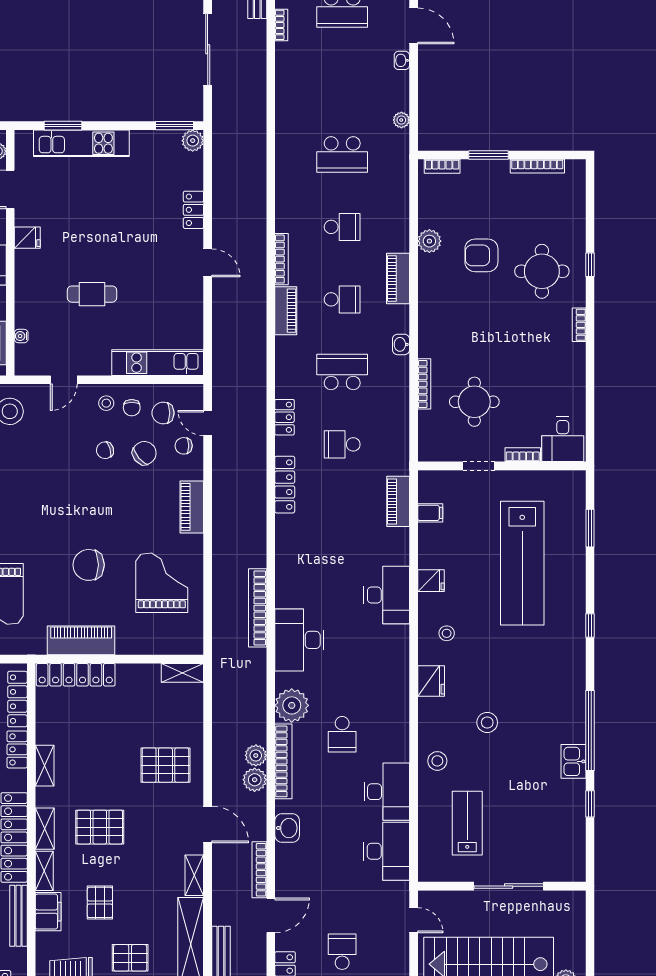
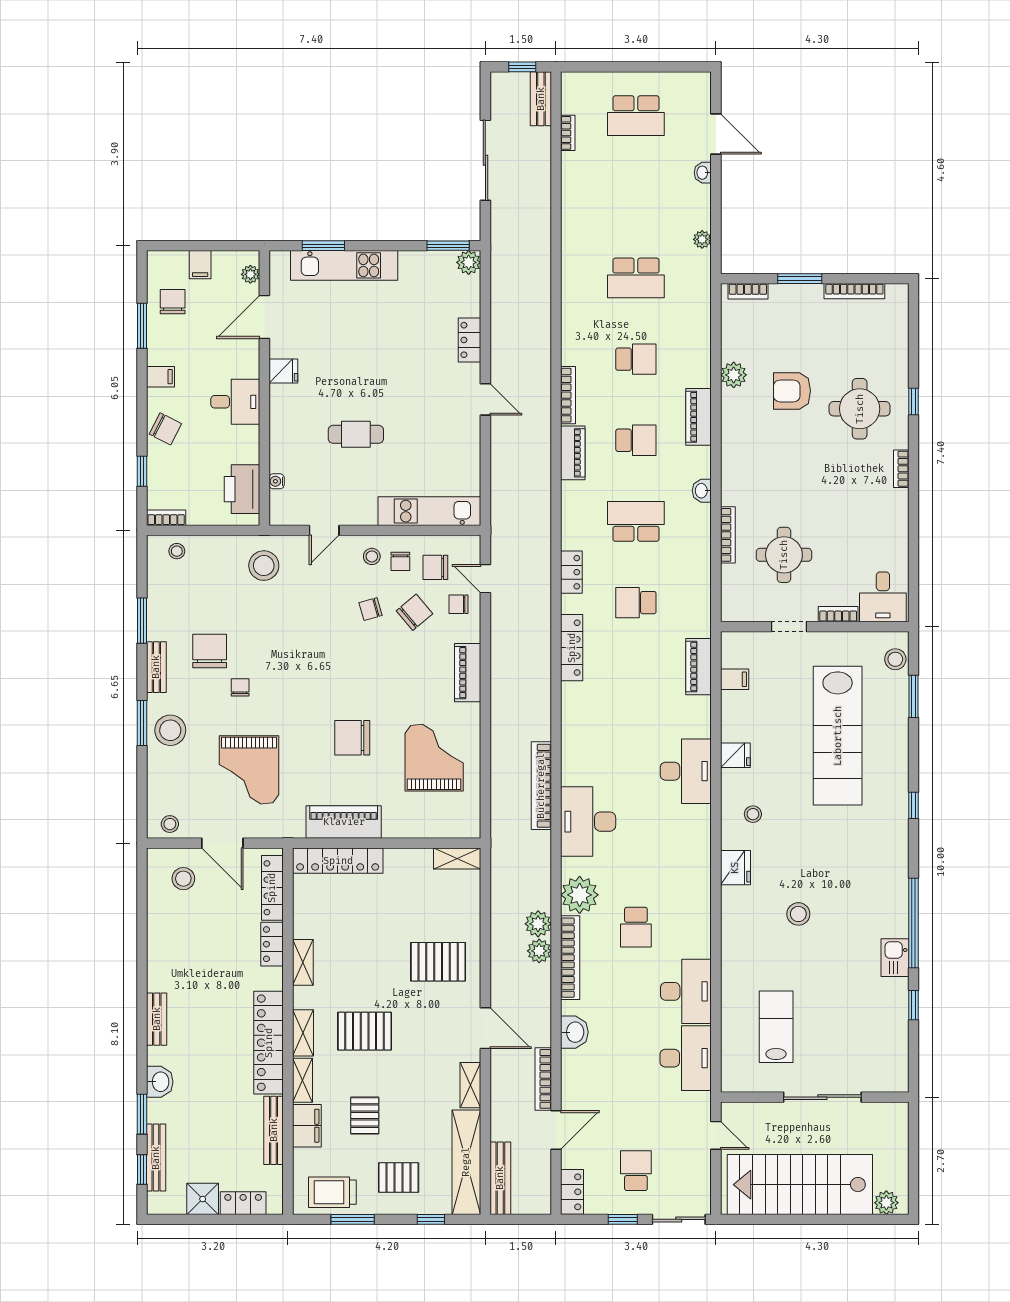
stool: (437, 761) -> (895, 659), moved
plant: (255, 780) -> (538, 924), moved

